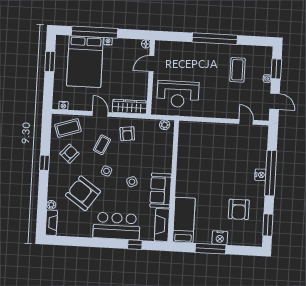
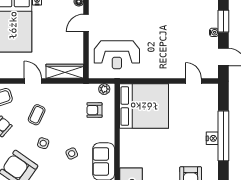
coffee table: (237, 70) -> (181, 25), removed
armchair: (127, 134) -> (94, 110), moved, turned 97
bed: (200, 142) -> (144, 106), added

